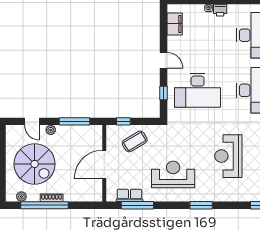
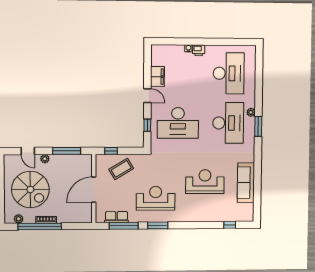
filing cabinet: (175, 24) -> (157, 77), moved
reception desk: (228, 156) -> (205, 182), turned 90
window: (201, 205) -> (158, 225), moved

